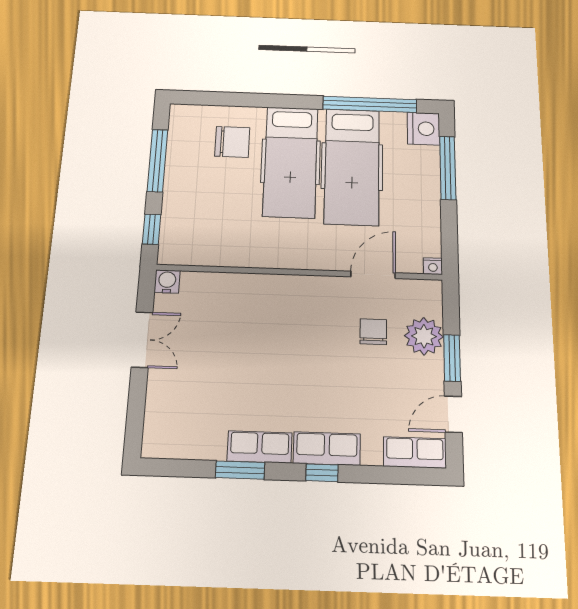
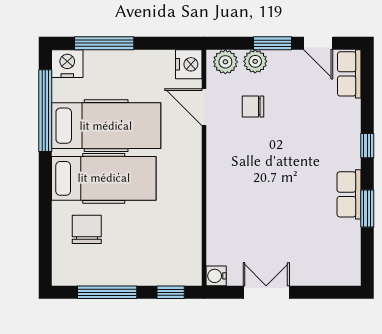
nightstand: (433, 266) -> (189, 64), width x1.89, depth x1.79
plant: (428, 301) -> (225, 62), added
plant: (424, 336) -> (255, 61), width x0.73, depth x0.73
row of seats: (327, 449) -> (348, 142), removed

